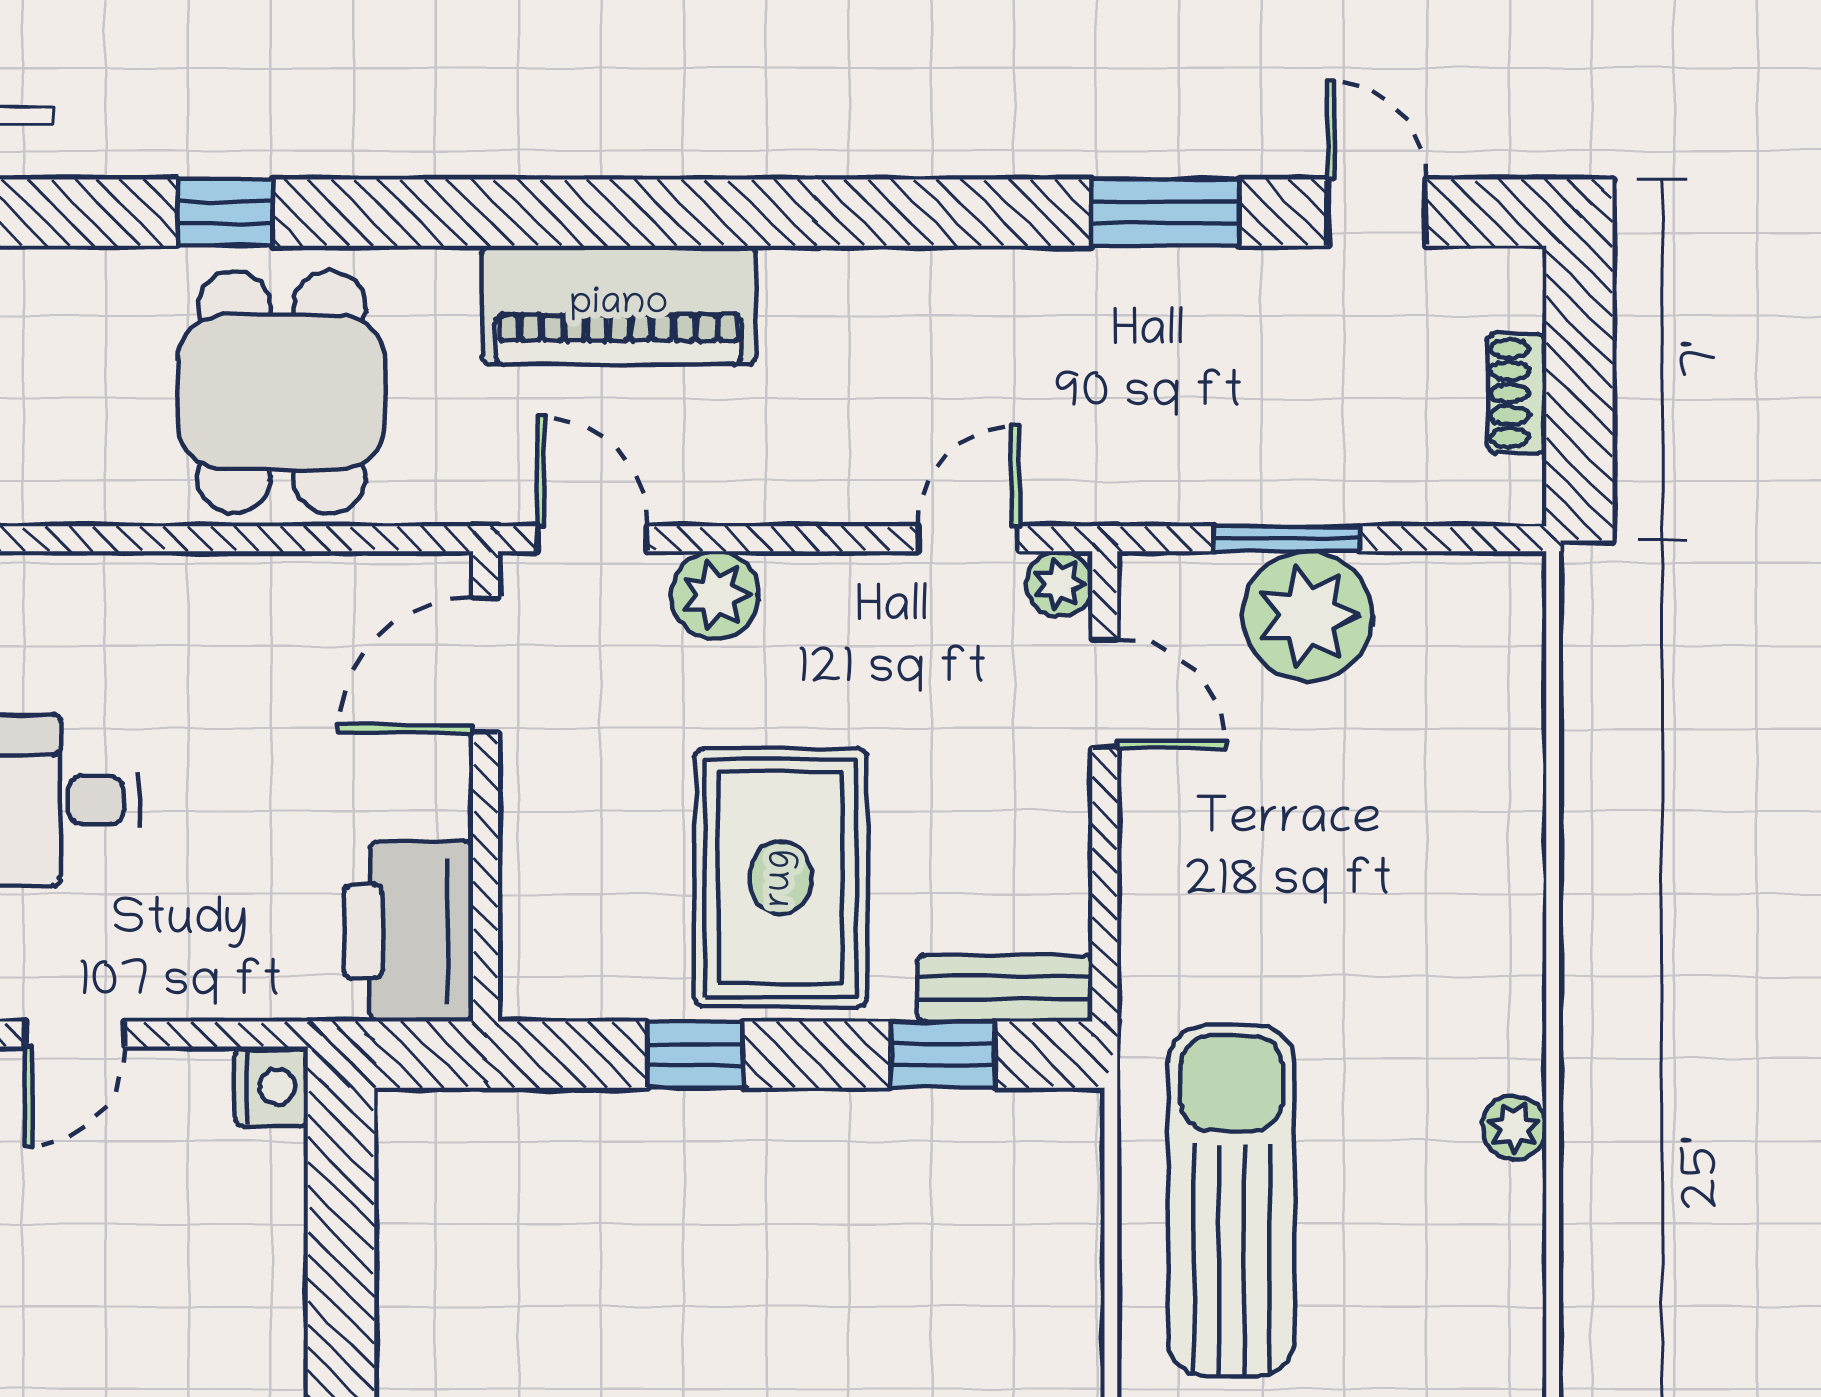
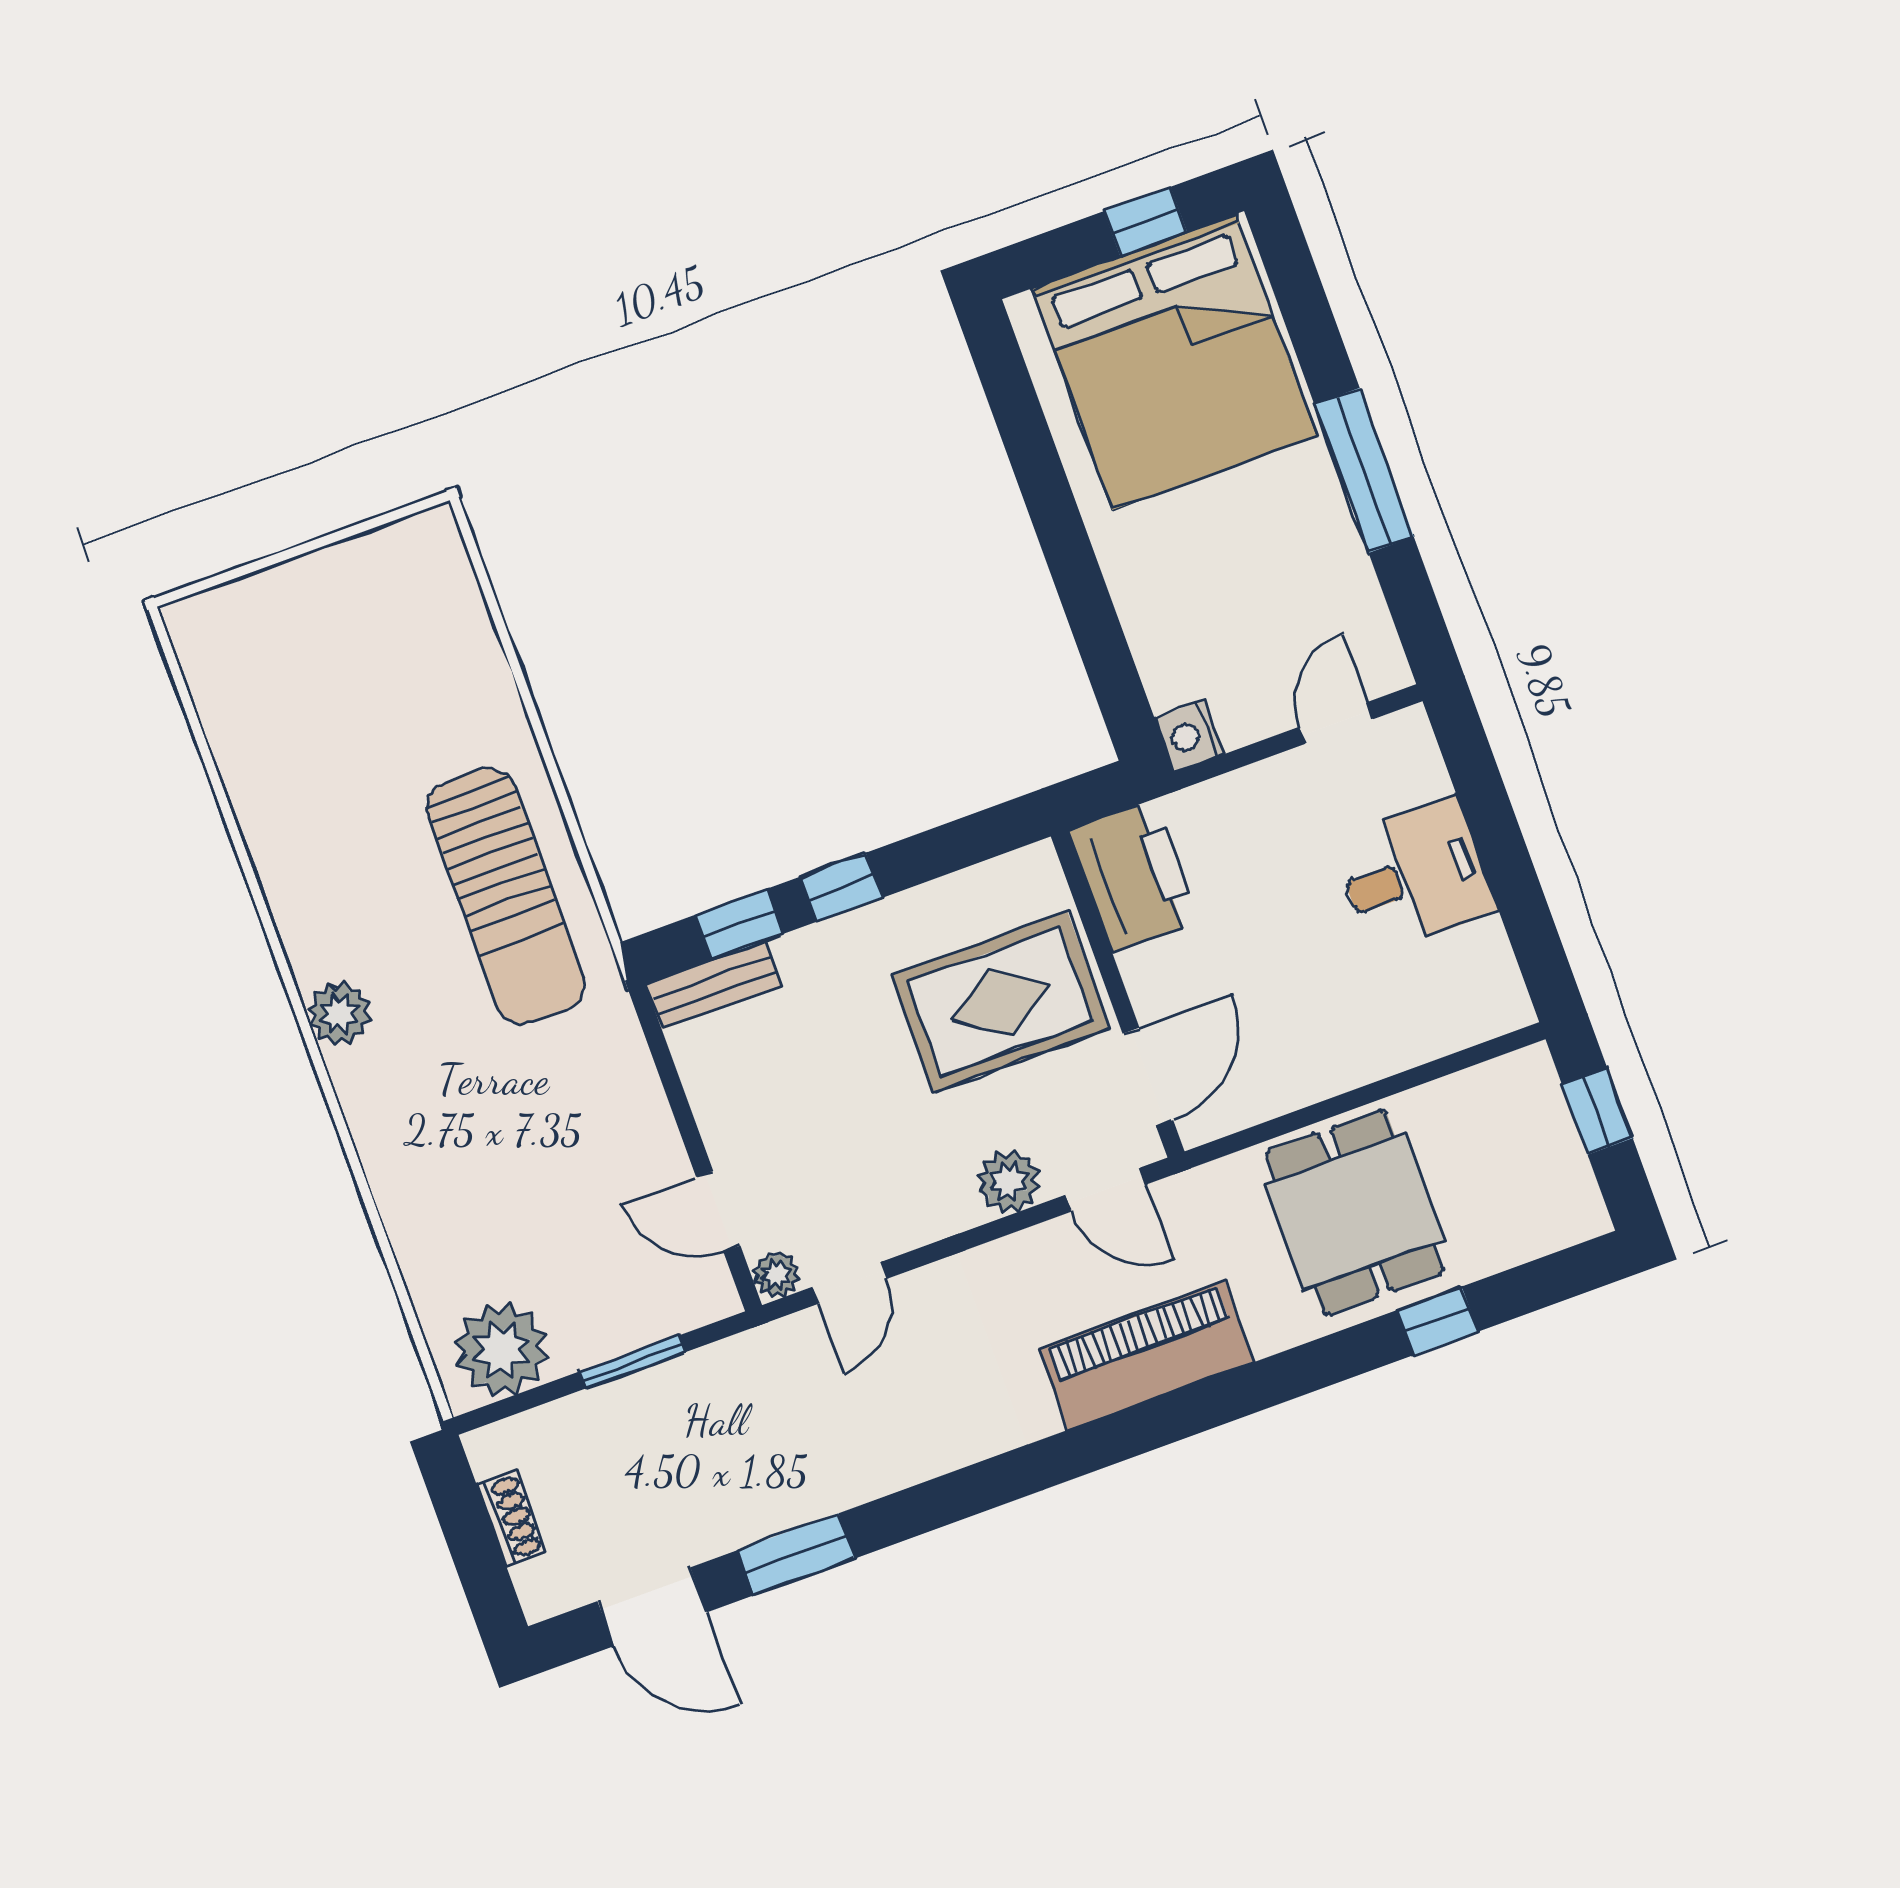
door: (1377, 213) -> (652, 1607), width x1.38
plant: (1308, 616) -> (501, 1350), moved
rug: (781, 878) -> (1000, 1002), moved, turned 90
window: (695, 1055) -> (841, 887), moved
plant: (1514, 1127) -> (339, 1014), width x1.38, depth x1.38

